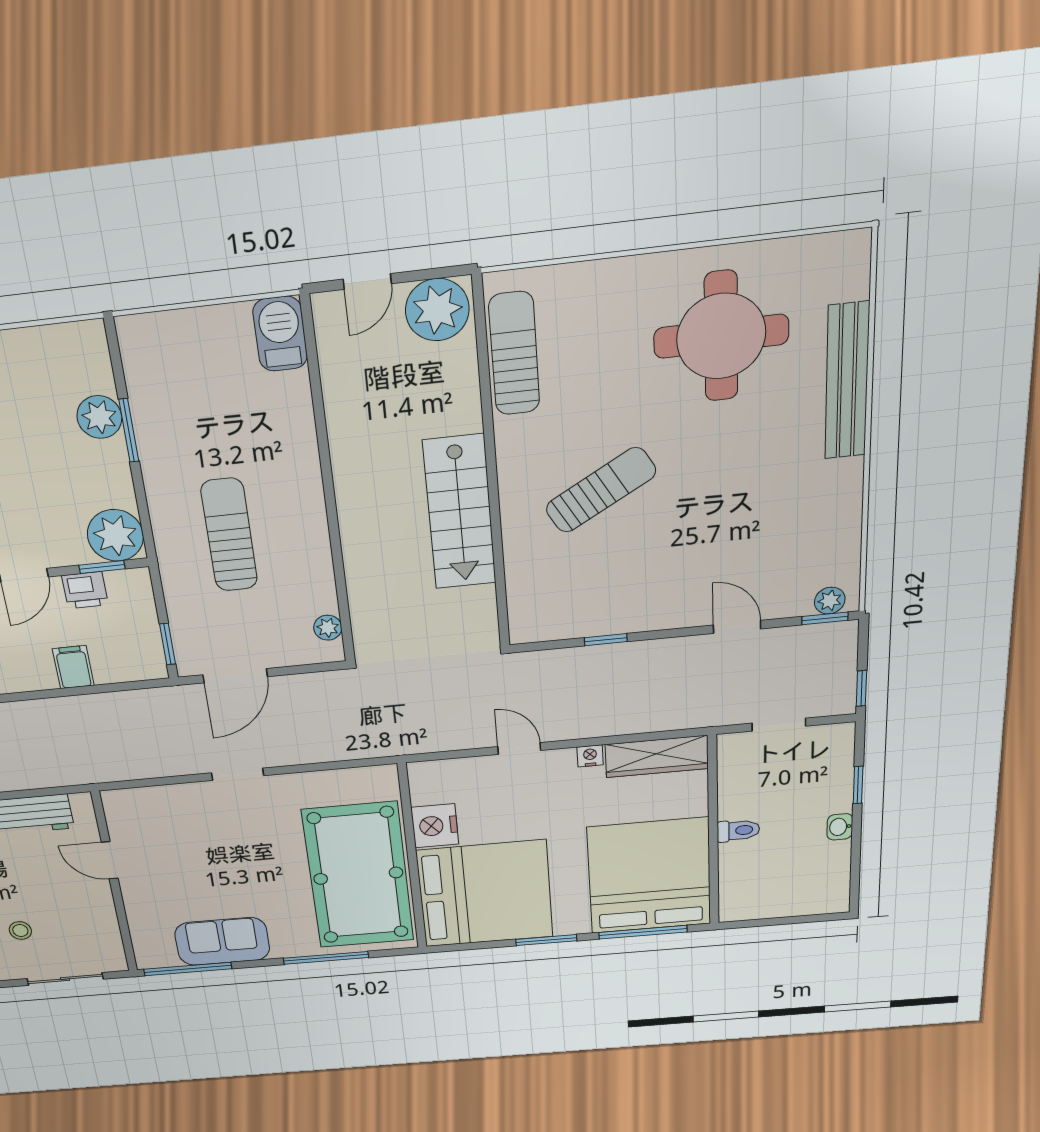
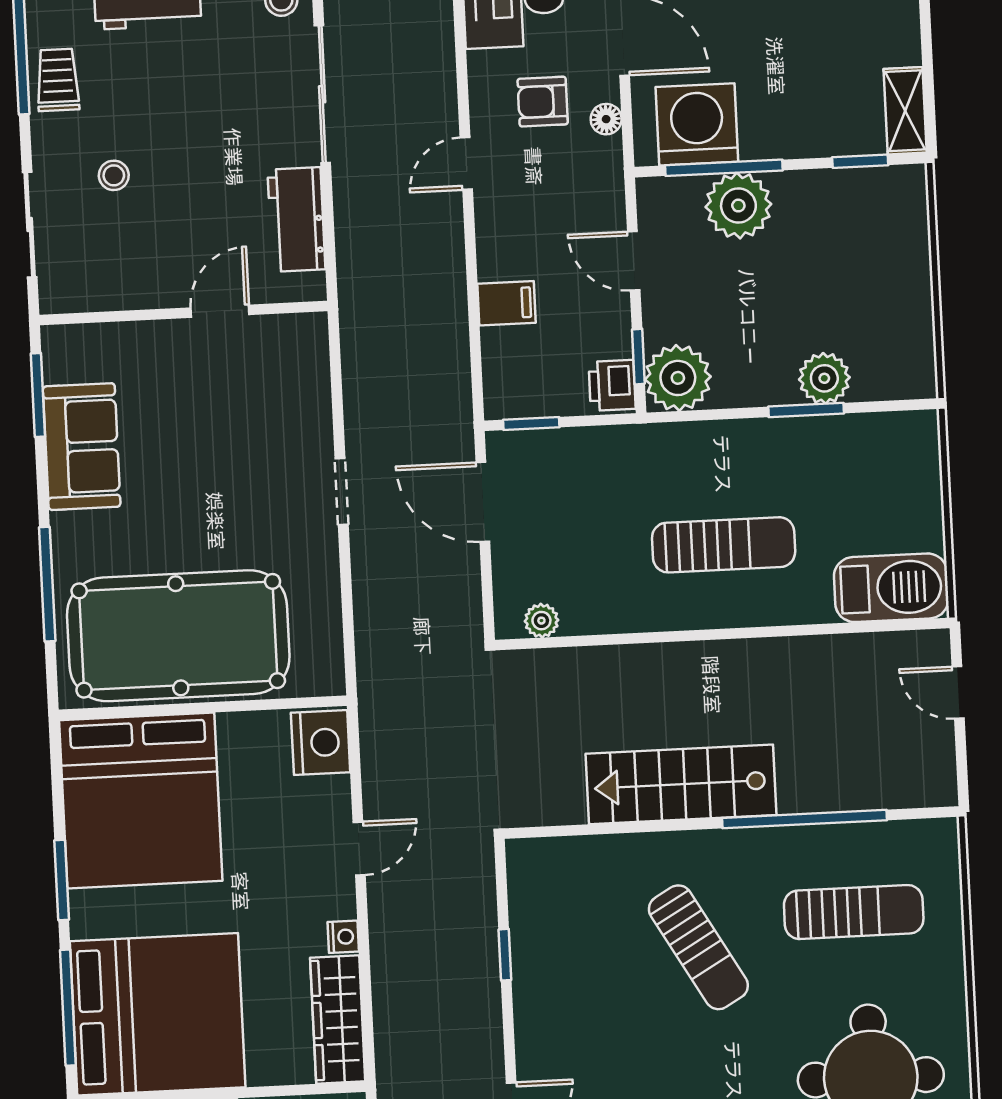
plant: (437, 310) -> (922, 767), removed
barbecue: (280, 334) -> (891, 588), width x1.37, depth x1.21
sun lounger: (514, 354) -> (854, 912), moved
window: (487, 409) -> (804, 819), added
sun lounger: (229, 535) -> (724, 545), moved
printer: (85, 590) -> (612, 385), moved
nightstand: (435, 826) -> (321, 742), moved, turned 90
window: (188, 969) -> (38, 395), width x0.69

